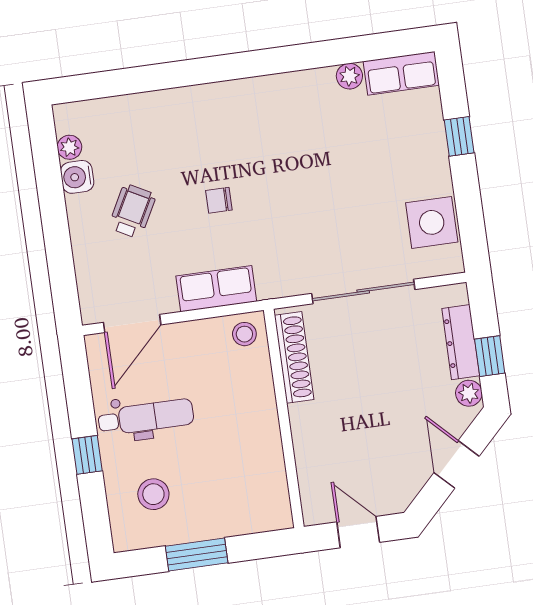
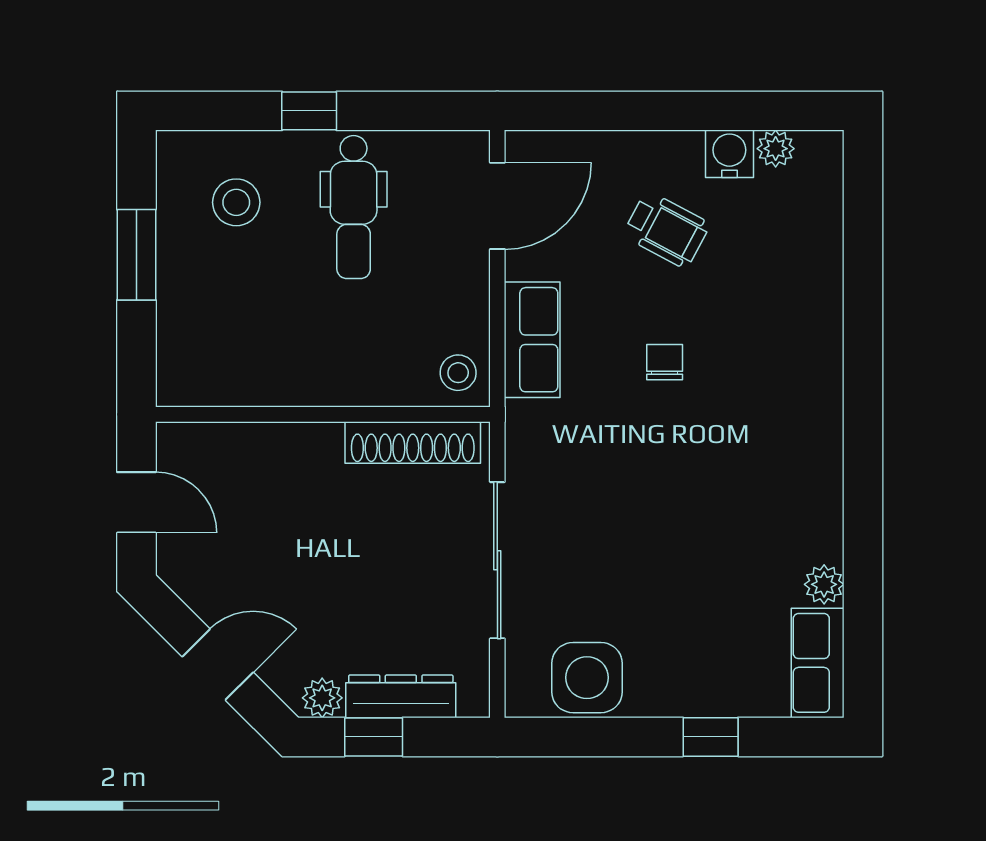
door: (132, 324) -> (497, 206), swing flipped
door: (358, 532) -> (136, 502), hinge flipped

